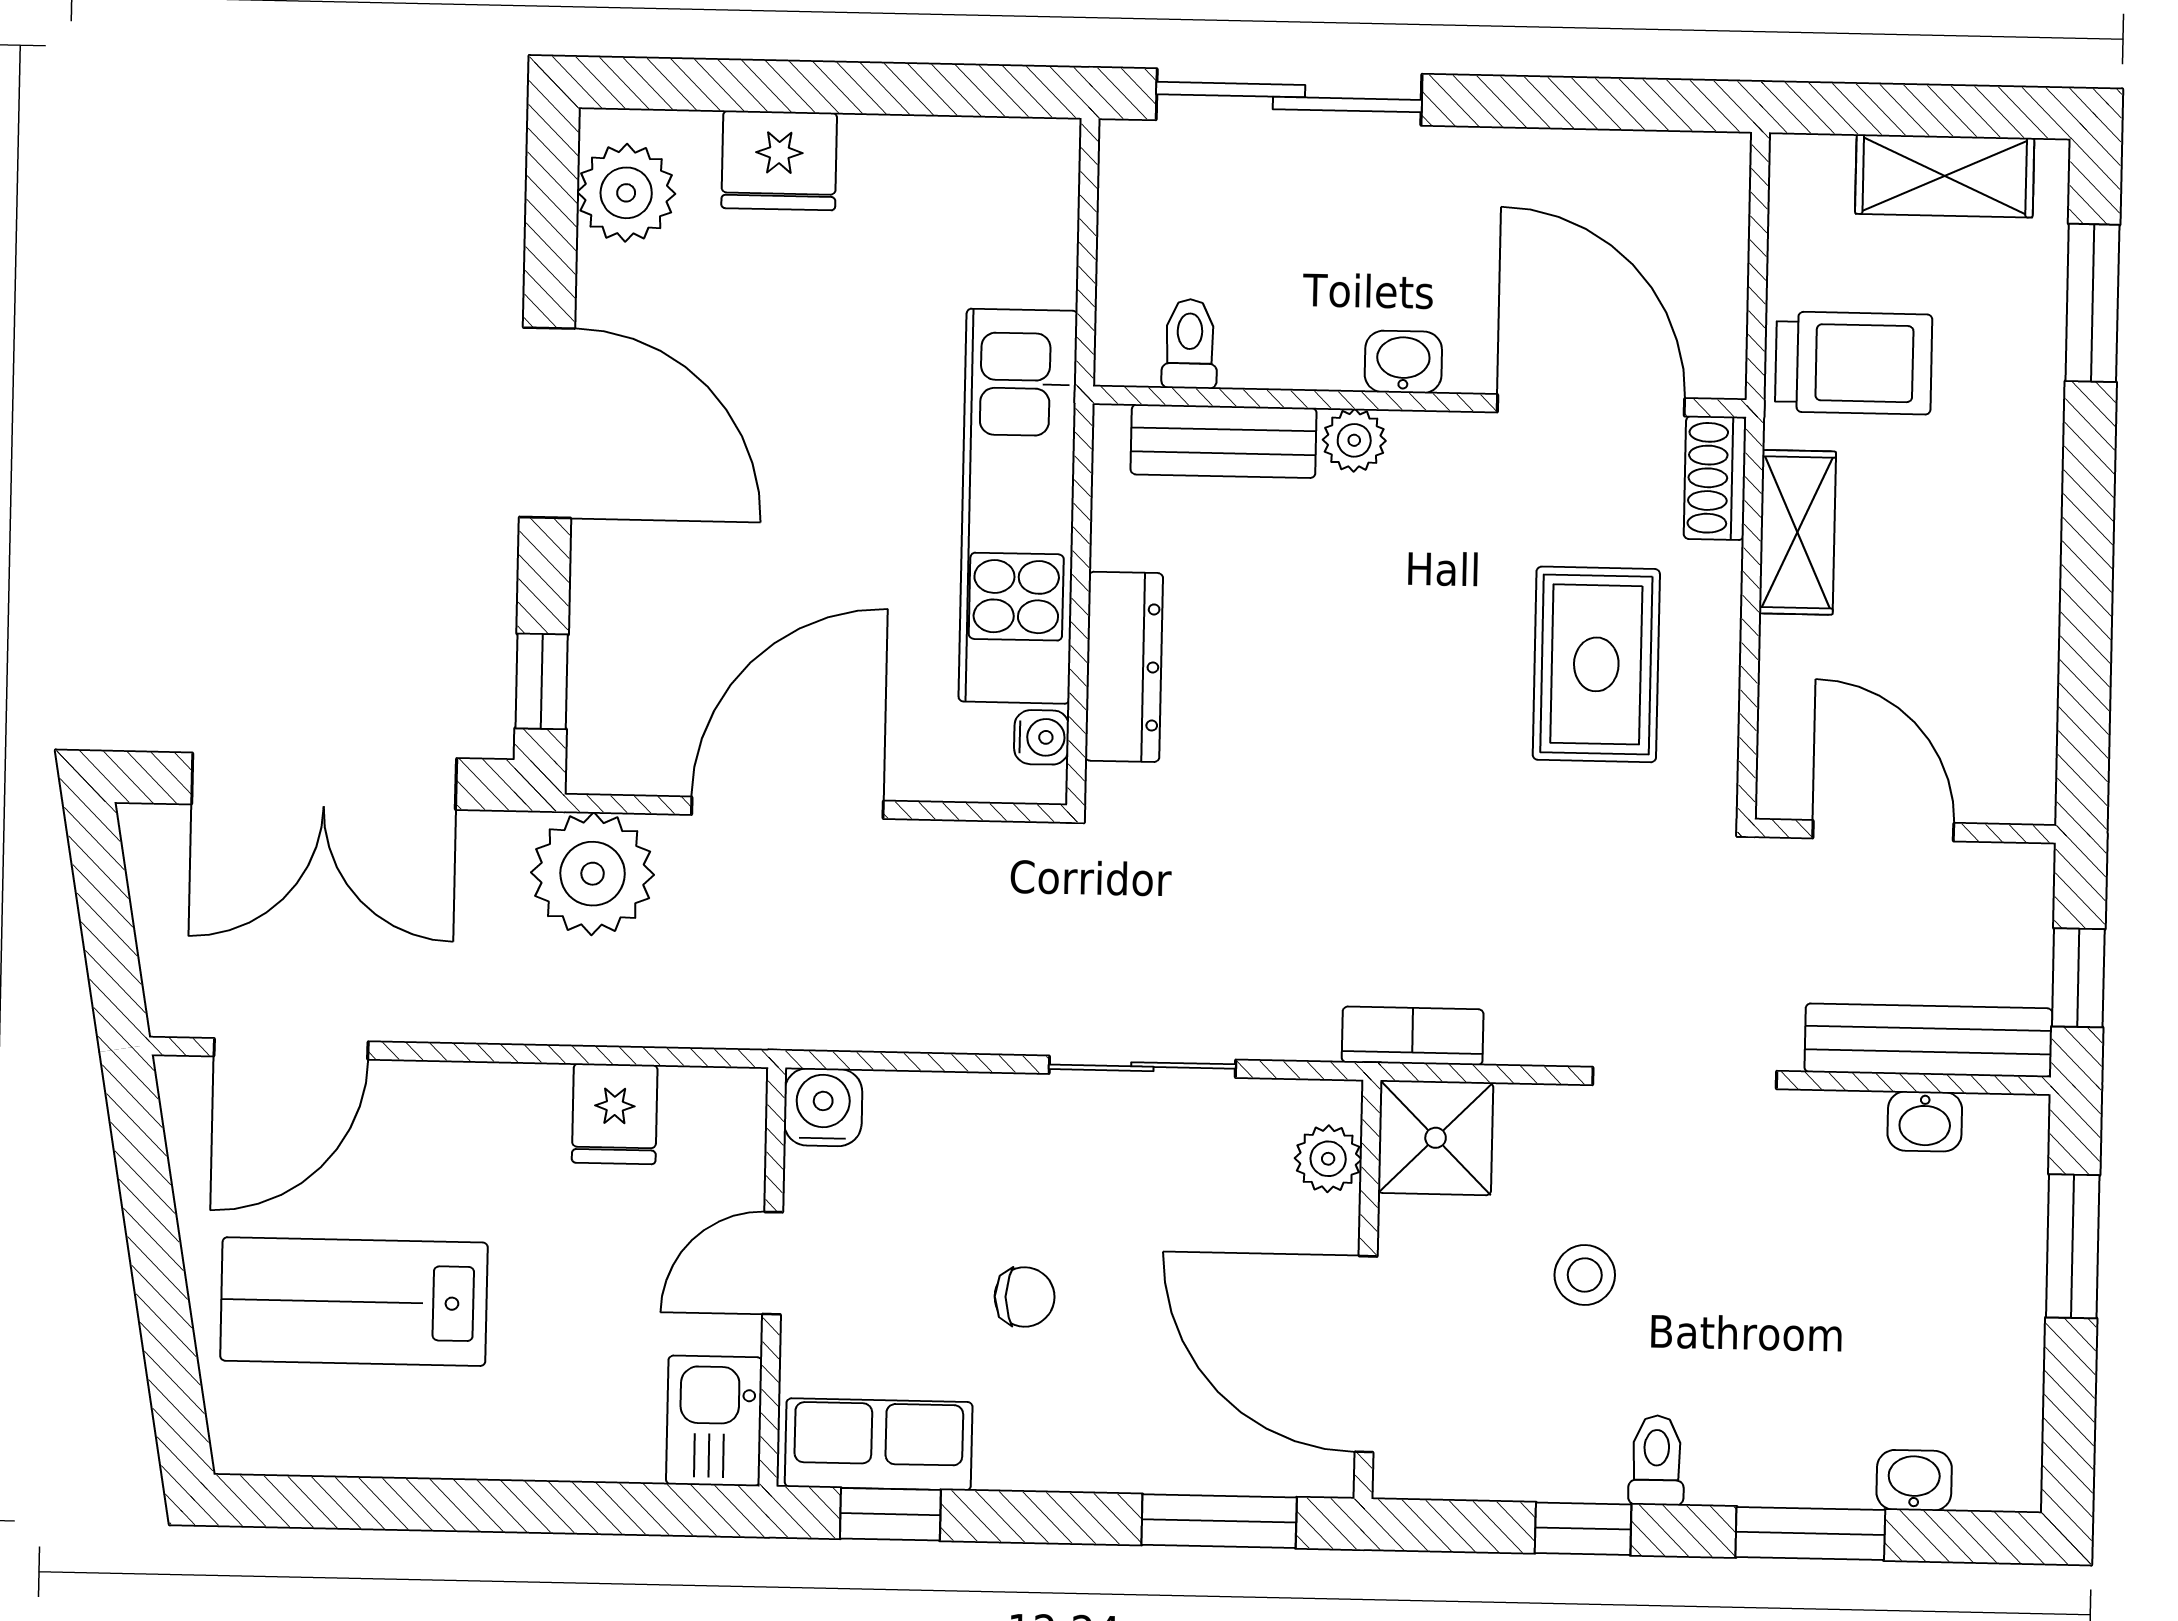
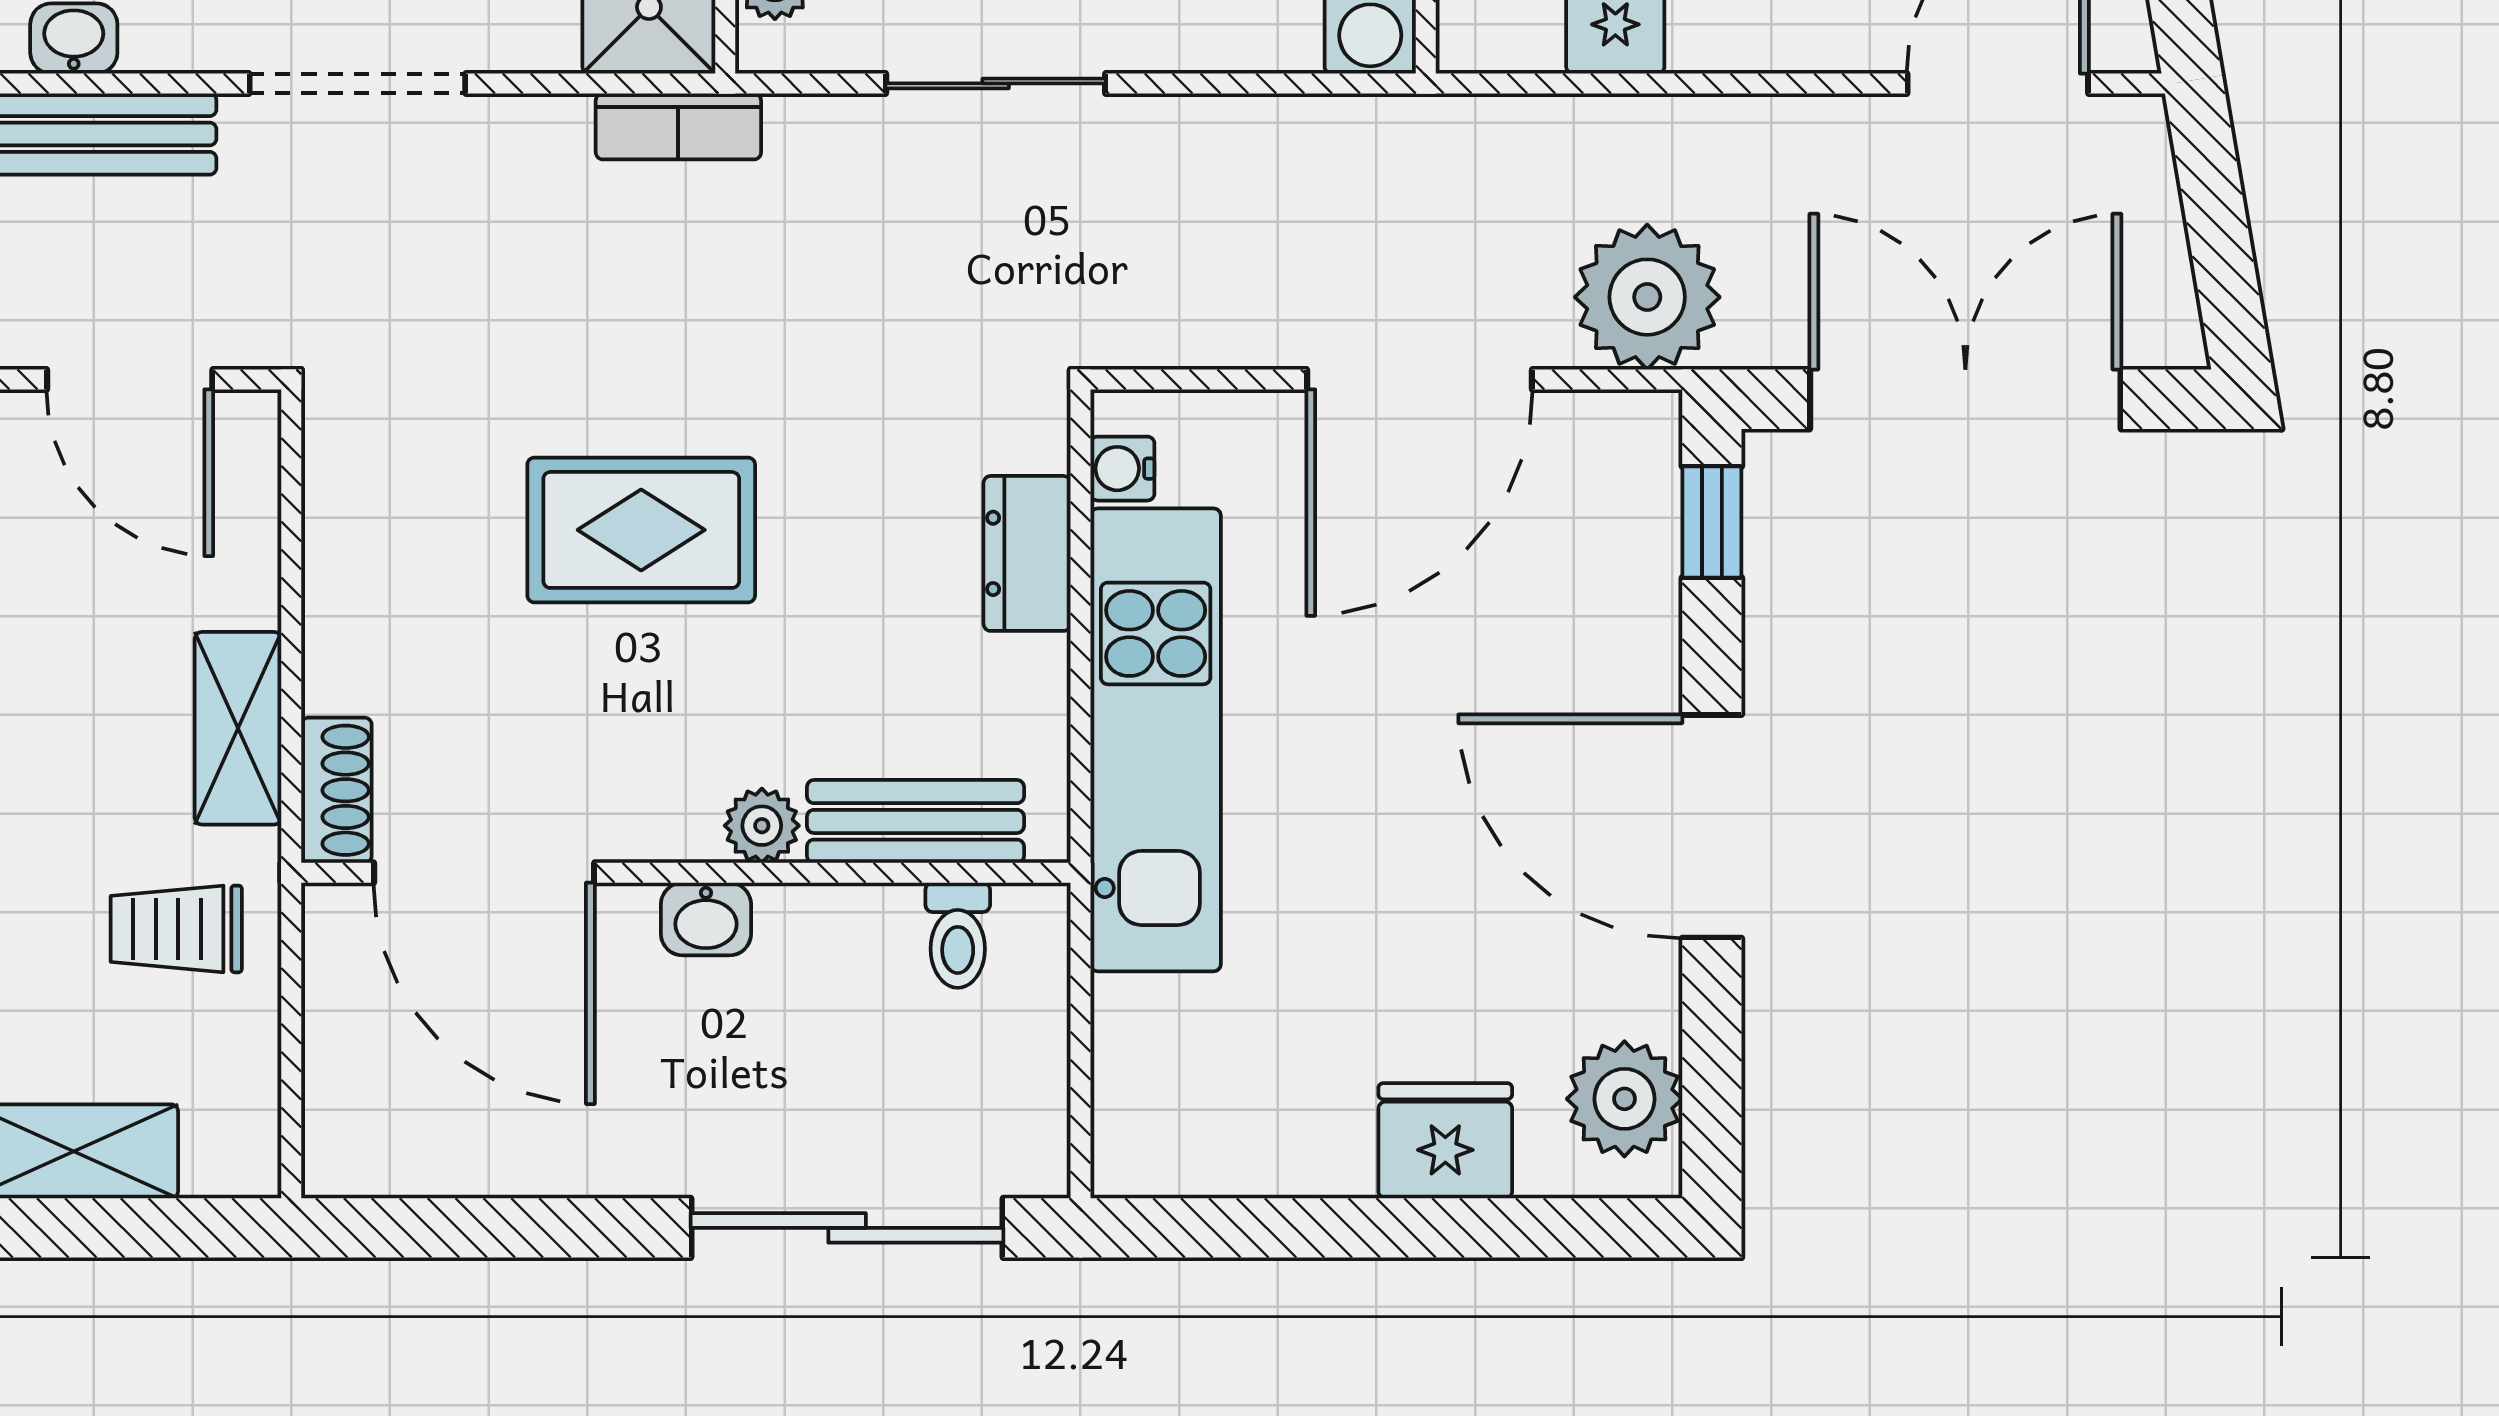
trolley: (1854, 363) -> (176, 929), width x0.73, depth x0.72
rug: (1596, 664) -> (641, 530), moved, turned 90
dresser: (1124, 667) -> (1027, 553), width x0.70

